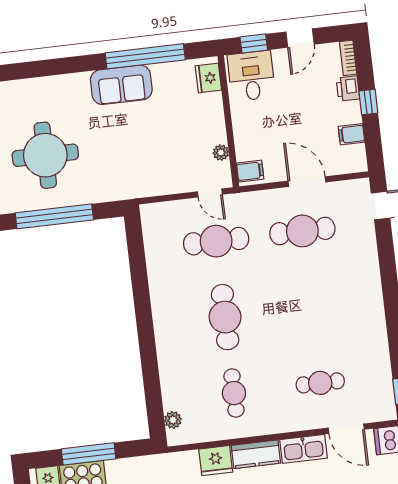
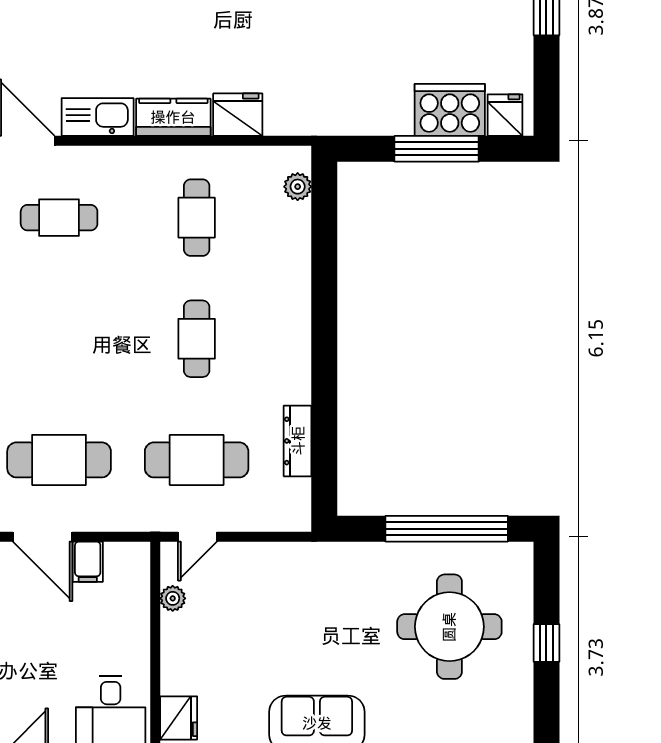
filing cabinet: (250, 171) -> (88, 562), moved, turned -90
door: (210, 193) -> (197, 537), swing flipped
dresser: (154, 260) -> (298, 441), added
cafe table: (225, 317) -> (197, 339), width x0.73, depth x0.74

